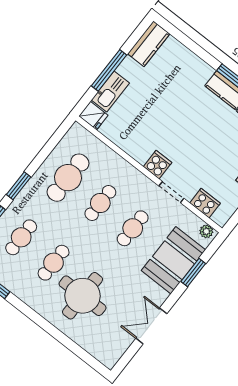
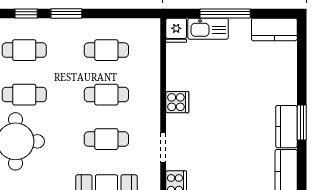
cooker: (158, 165) -> (177, 102), moved
cafe table: (68, 178) -> (106, 50), width x0.73, depth x0.74

